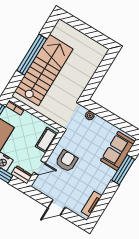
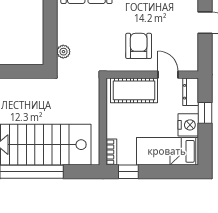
cot: (47, 140) -> (134, 90), width x1.37, depth x1.34
armchair: (67, 161) -> (139, 46), turned 90

